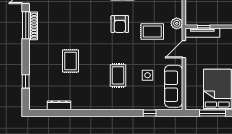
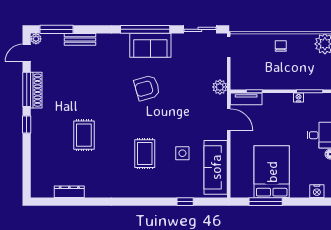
armchair: (120, 24) -> (147, 88), turned 74
rug: (152, 32) -> (188, 97), removed
tv unit: (202, 33) -> (246, 99), width x0.71
door: (184, 49) -> (229, 120), swing flipped
window: (26, 81) -> (27, 125), moved

